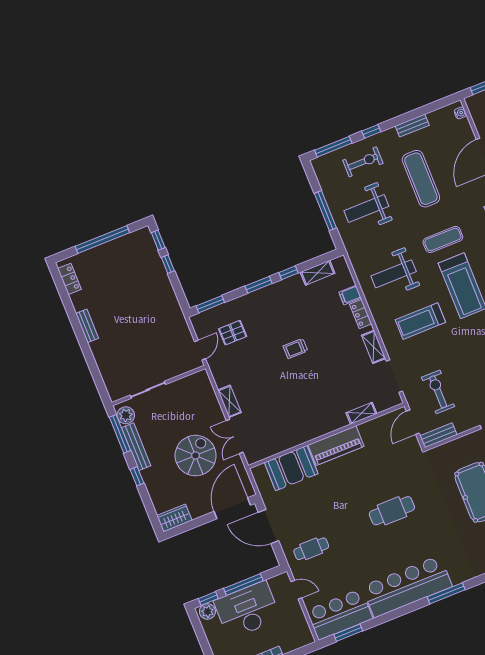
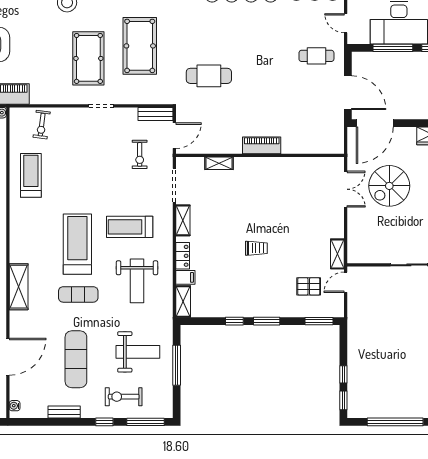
shelving: (318, 273) -> (183, 302), moved, turned 90
weight bench: (394, 274) -> (137, 281), turned 90
treadmill: (420, 321) -> (130, 227), turned 180
exercise bike: (438, 392) -> (140, 154), width x0.73, depth x0.72
shelving: (229, 401) -> (337, 254), moved
piano: (336, 446) -> (262, 145), width x0.73, depth x0.75
booth: (291, 468) -> (305, 138), removed
cafe table: (392, 511) -> (209, 76), moved

